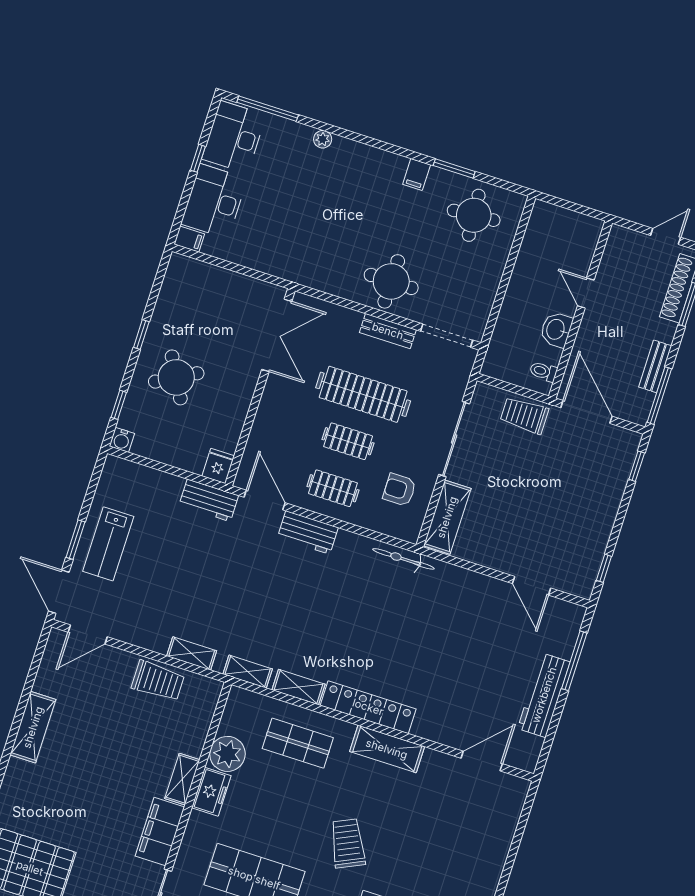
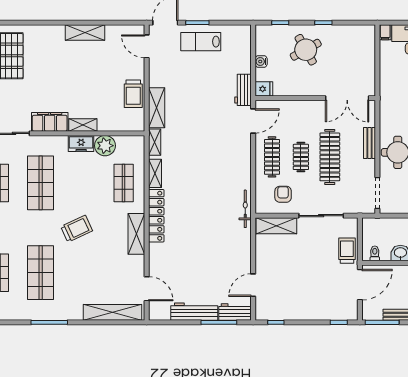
bench: (388, 331) -> (369, 143), moved
water cooler: (122, 440) -> (261, 61), moved
clothes rail: (333, 488) -> (272, 157), width x1.36
workbench: (308, 532) -> (235, 312), moved, turned 90
shelving: (192, 653) -> (157, 108), width x1.50, depth x1.33
shelving: (502, 829) -> (112, 312), added

